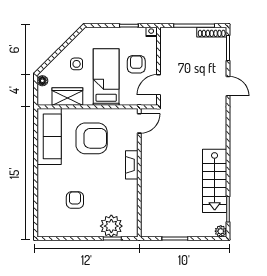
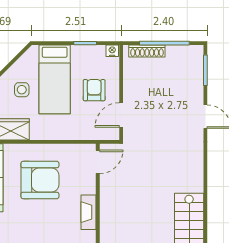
shoe rack: (212, 32) -> (147, 51), moved
bed: (106, 77) -> (55, 79), moved, turned 180

